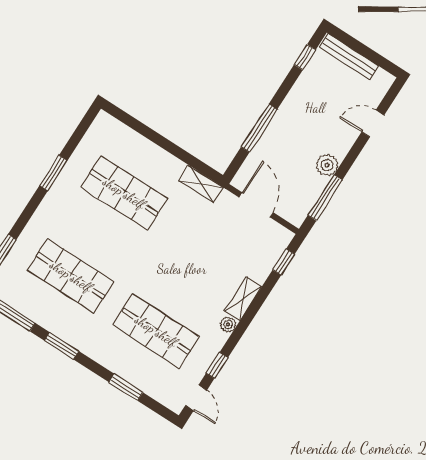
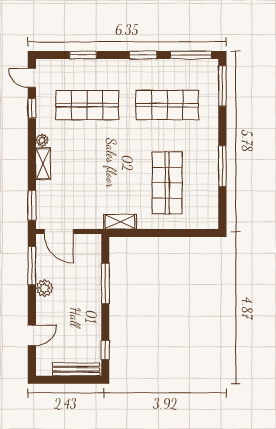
window: (54, 173) -> (222, 166), width x1.44
shop shelf: (124, 193) -> (167, 183), turned 90
door: (256, 205) -> (59, 231), moved
window: (284, 262) -> (32, 205), width x1.50

